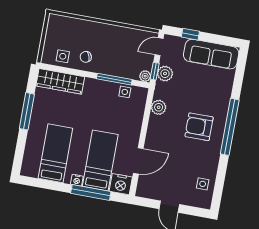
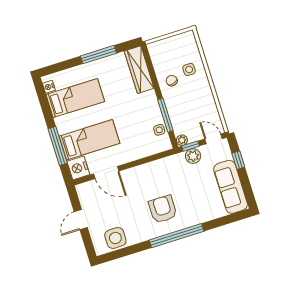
side table: (63, 56) -> (189, 70), moved
plant: (159, 107) -> (161, 166), removed
nightstand: (77, 180) -> (49, 87), moved
side table: (203, 184) -> (115, 238), width x1.87, depth x1.87

